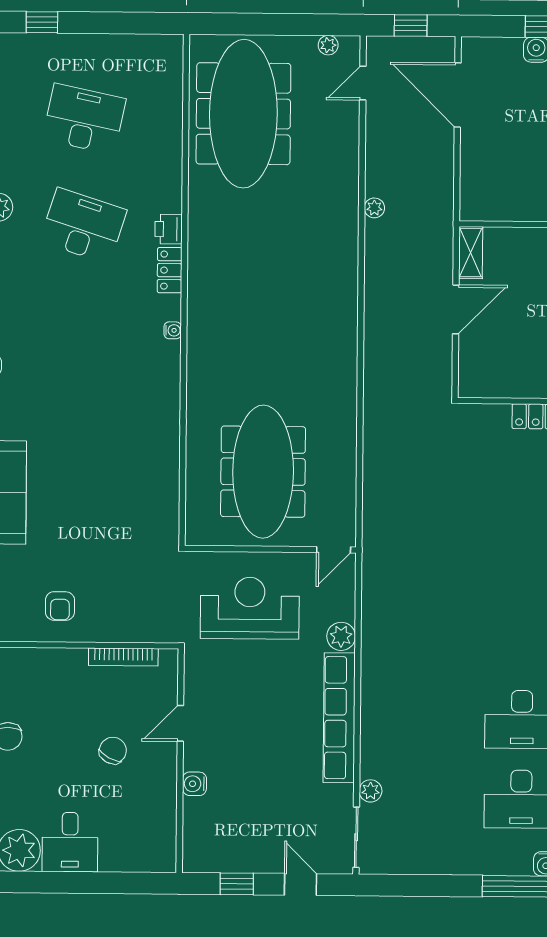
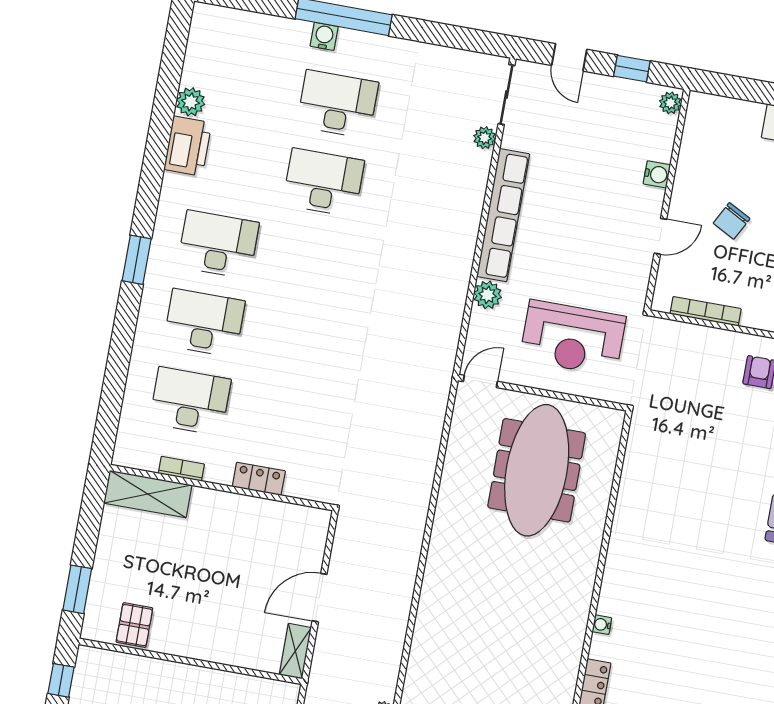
plant: (193, 857) -> (670, 103), added

